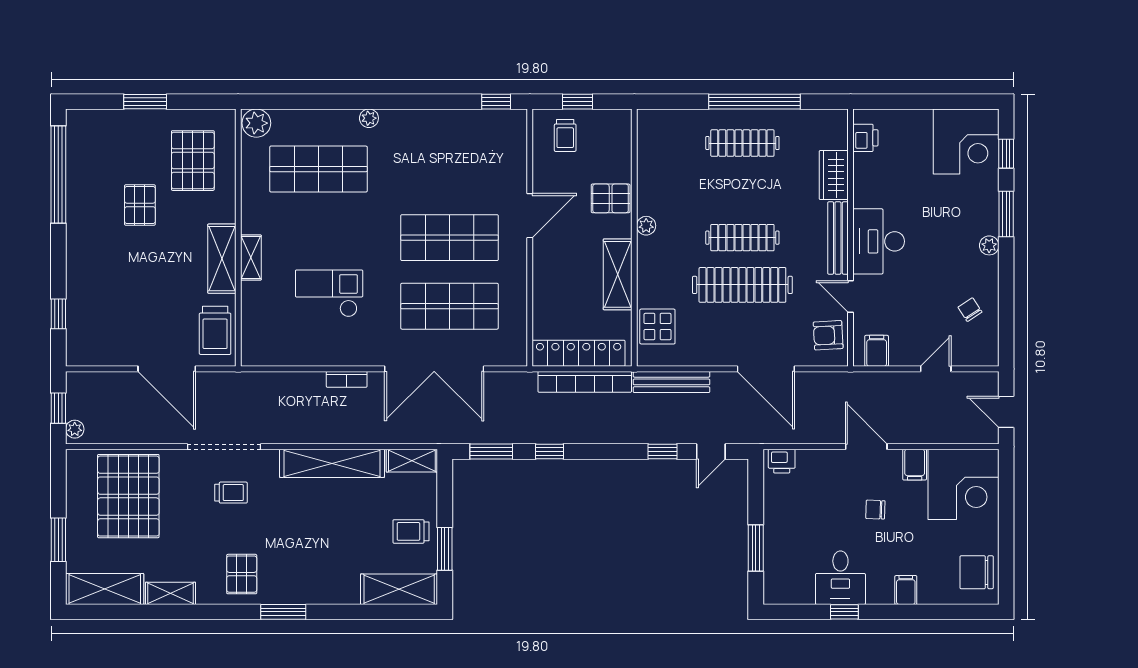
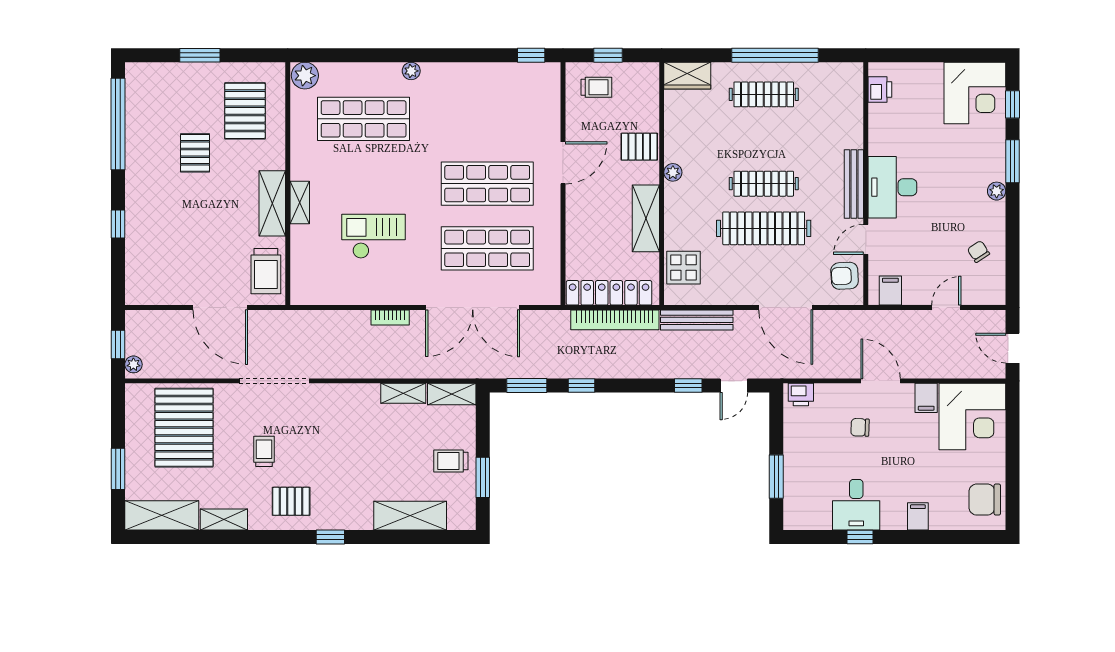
trolley: (565, 135) -> (596, 87), turned -90
wardrobe: (834, 175) -> (687, 76), moved, turned -90
door: (851, 297) -> (866, 239), hinge flipped
window: (58, 314) -> (118, 224), moved
shelving: (332, 463) -> (403, 393), width x0.45, depth x0.75
trolley: (231, 493) -> (264, 451), moved, turned -90
chair: (875, 510) -> (860, 427), moved
pallet: (242, 574) -> (291, 501), turned 90
shelving: (399, 589) -> (410, 516), moved
window: (283, 612) -> (330, 537), width x0.67

